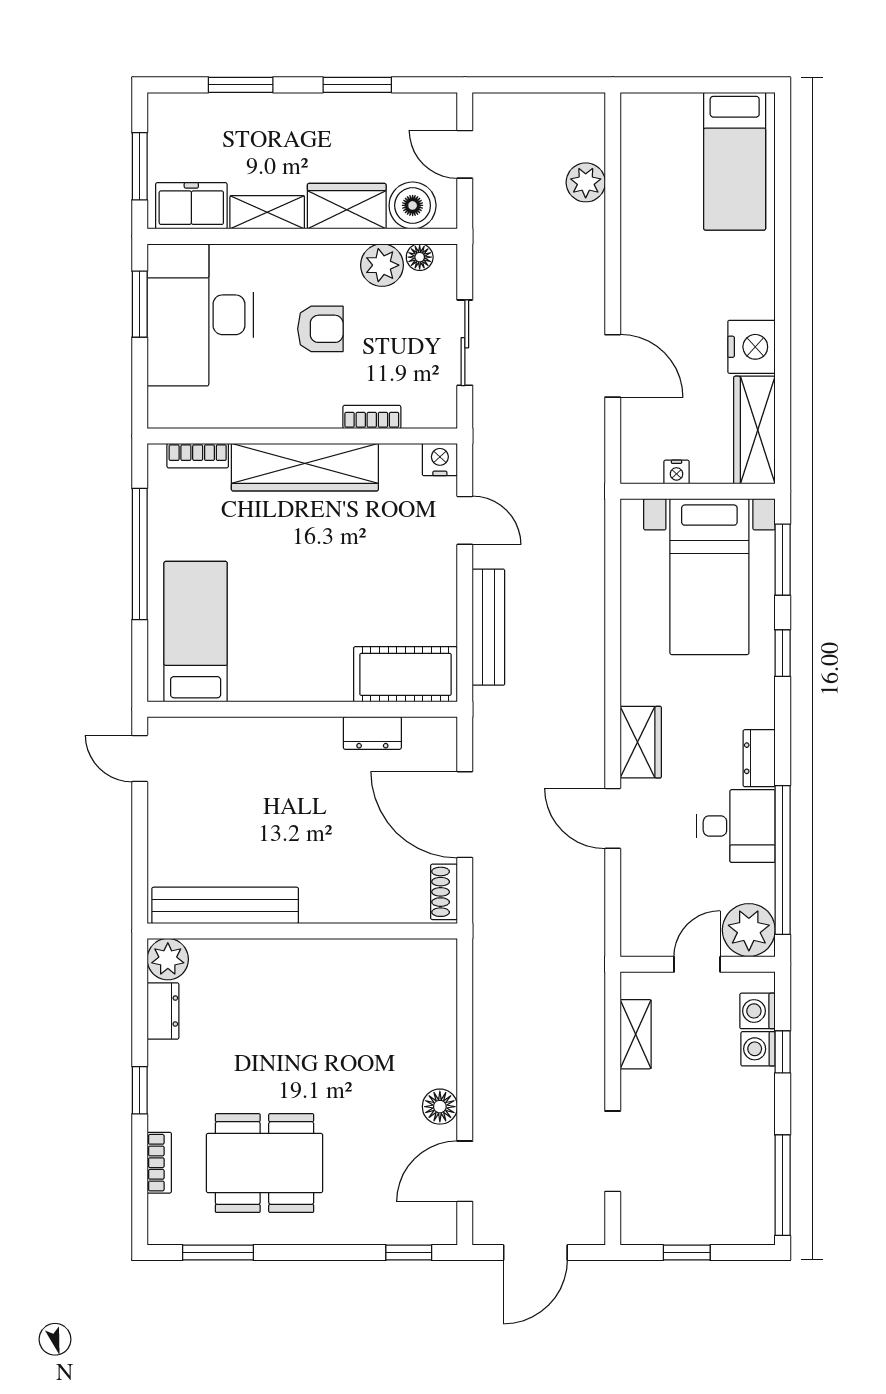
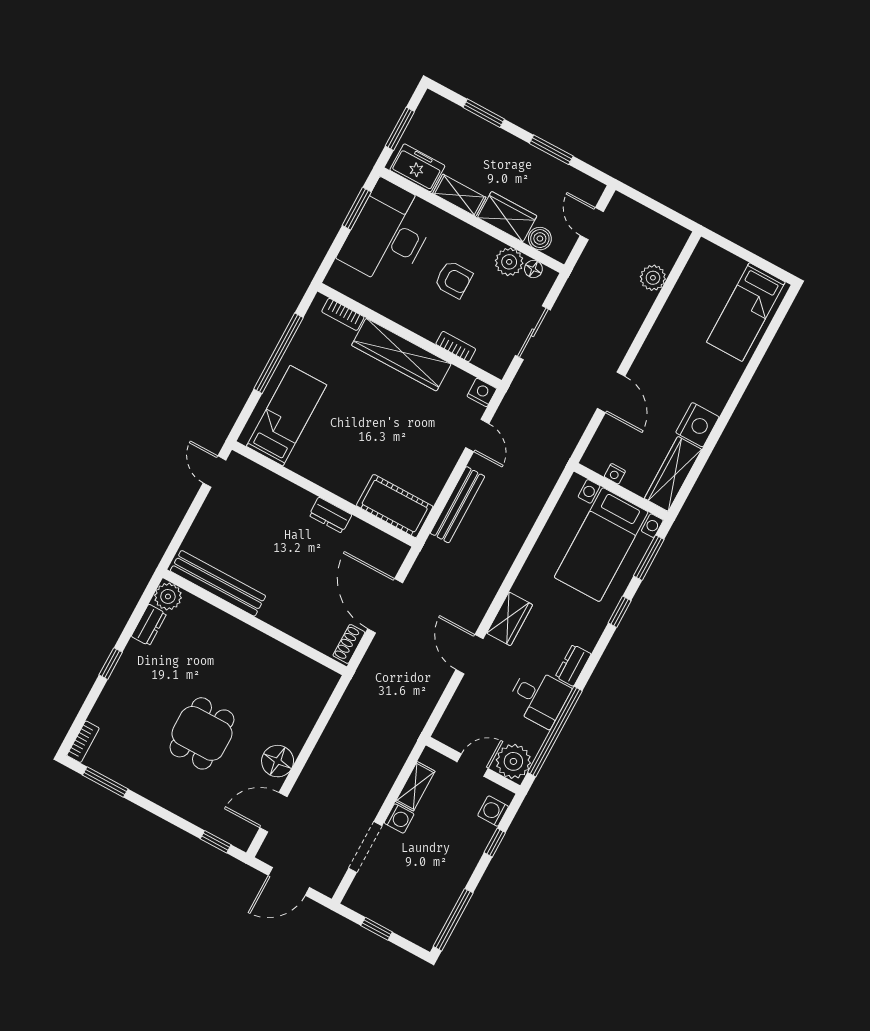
boiler: (413, 205) -> (540, 239), width x0.73, depth x0.73
dresser: (372, 733) -> (330, 515), moved
washing machine: (758, 1049) -> (399, 818), moved, turned 180
floor lamp: (440, 1107) -> (278, 761), width x1.38, depth x1.38
bookcase: (159, 1163) -> (83, 742), moved
dining table: (264, 1163) -> (202, 733), moved, width x0.73

